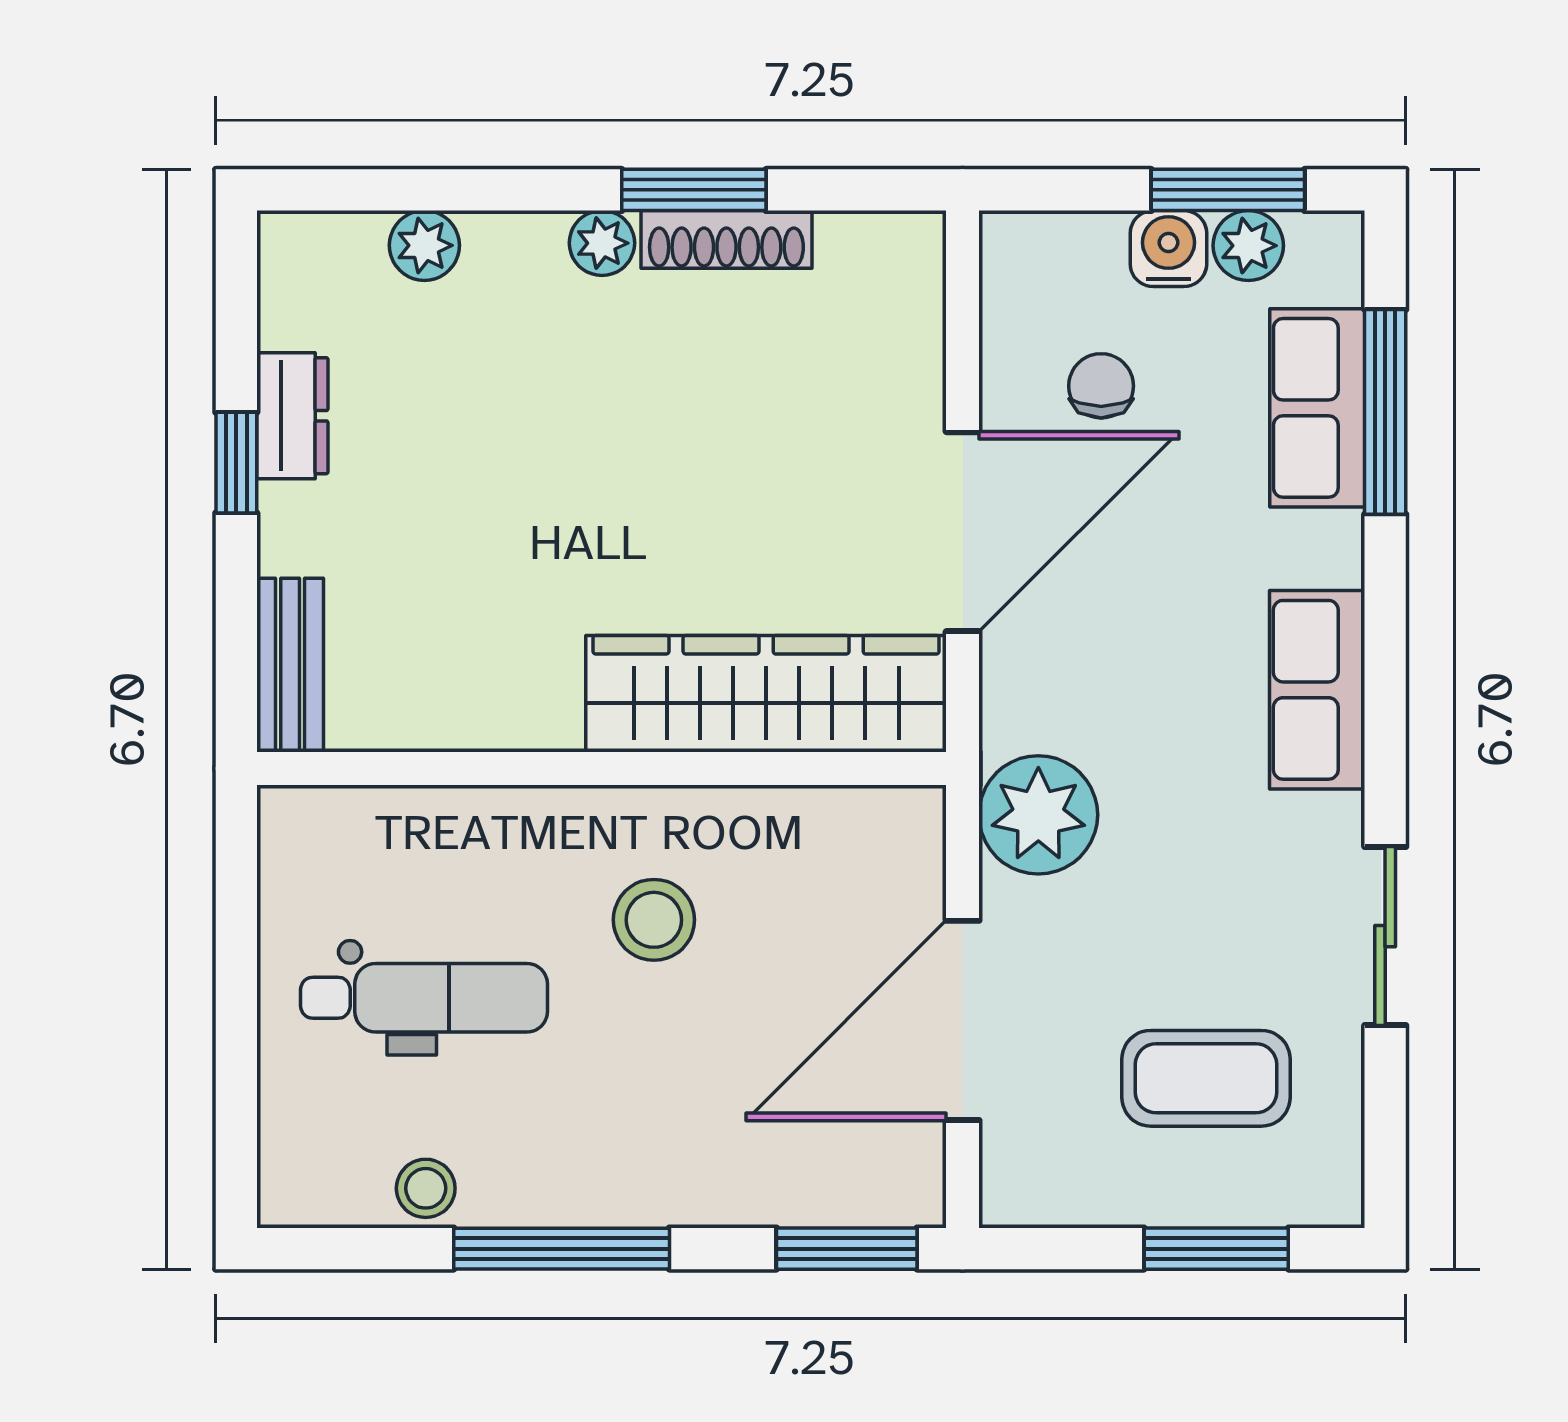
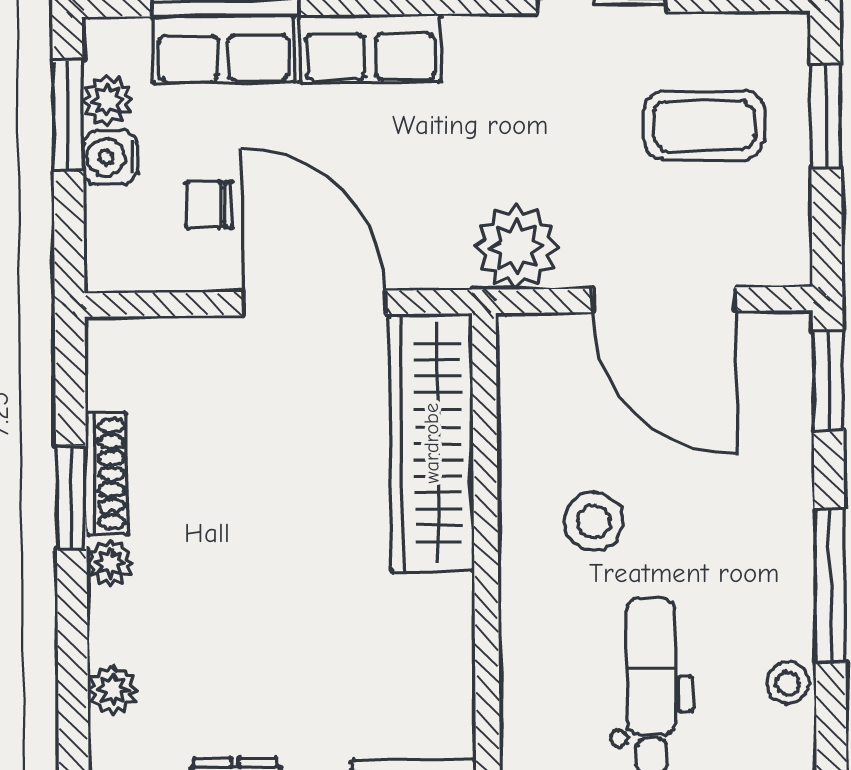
row of seats: (1317, 690) -> (370, 49), moved
coffee table: (1206, 1078) -> (704, 125), turned 90

